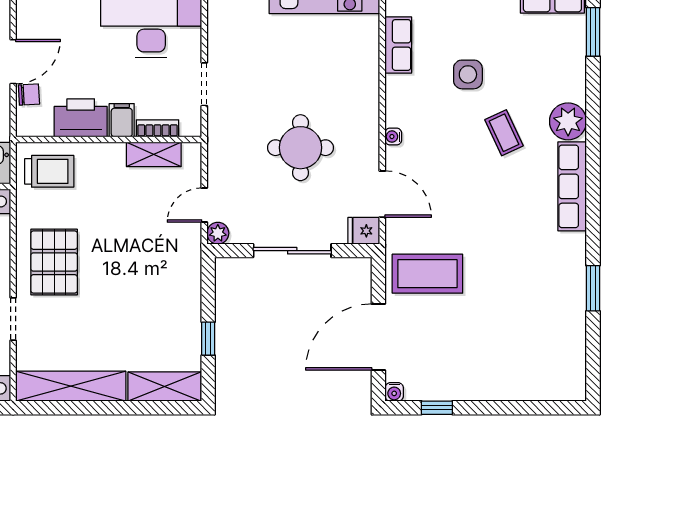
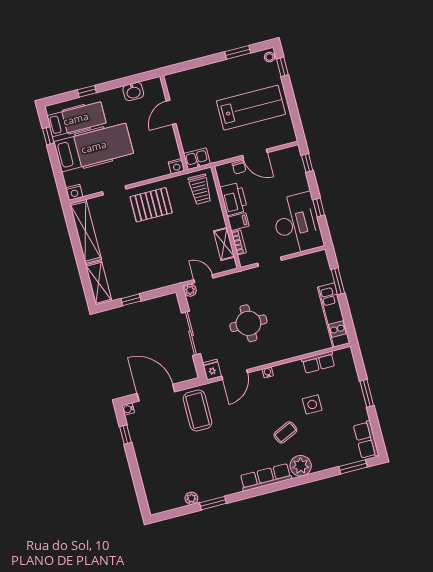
plant: (575, 323) -> (191, 498), added

